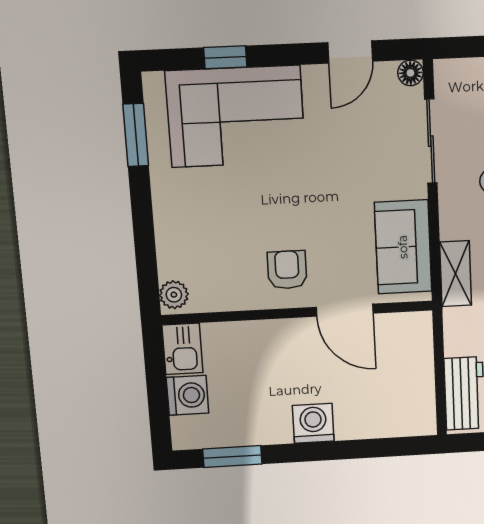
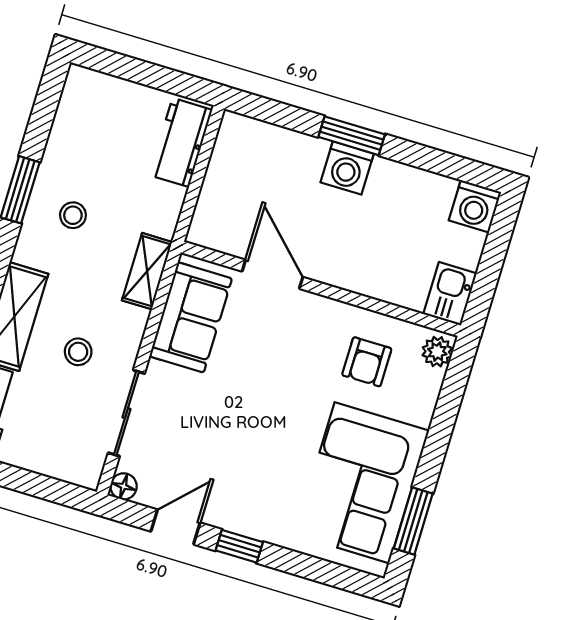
window: (225, 57) -> (239, 546), moved
corner sofa: (236, 116) -> (362, 483), moved, turned -90
armchair: (287, 270) -> (367, 362), moved
washing machine: (188, 395) -> (475, 206), moved, turned -90
window: (232, 456) -> (352, 136), moved

